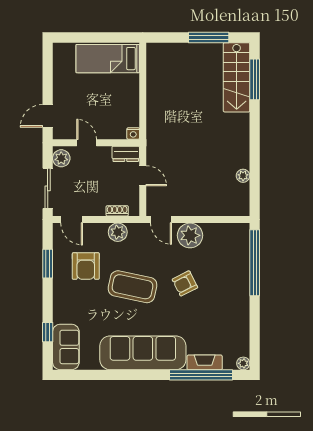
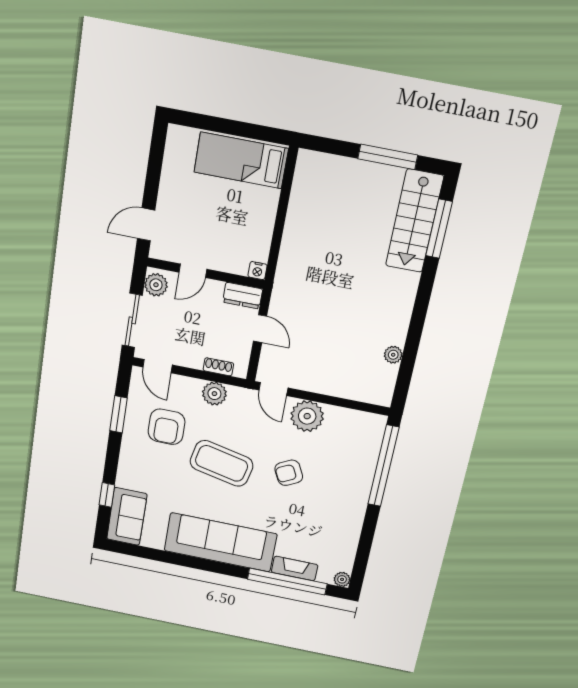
door: (87, 143) -> (193, 271), swing flipped

